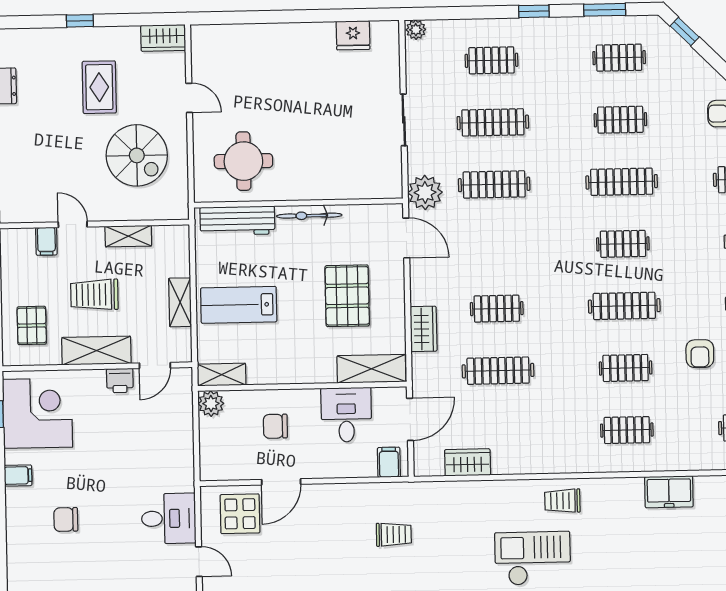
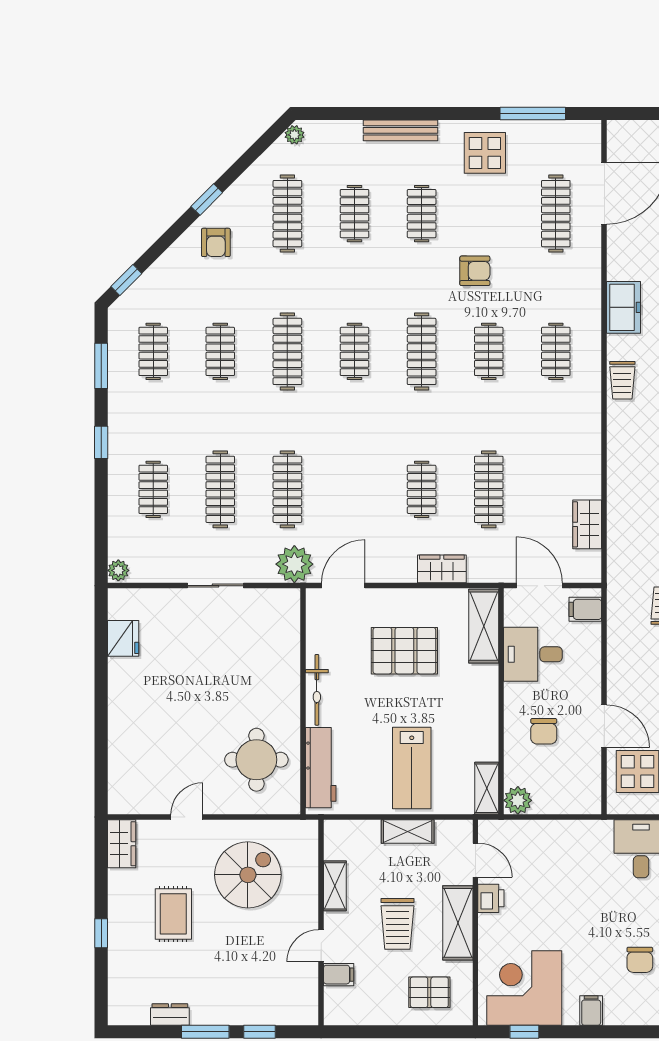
rug: (99, 87) -> (173, 914), turned 90
trolley: (562, 501) -> (622, 380), moved

